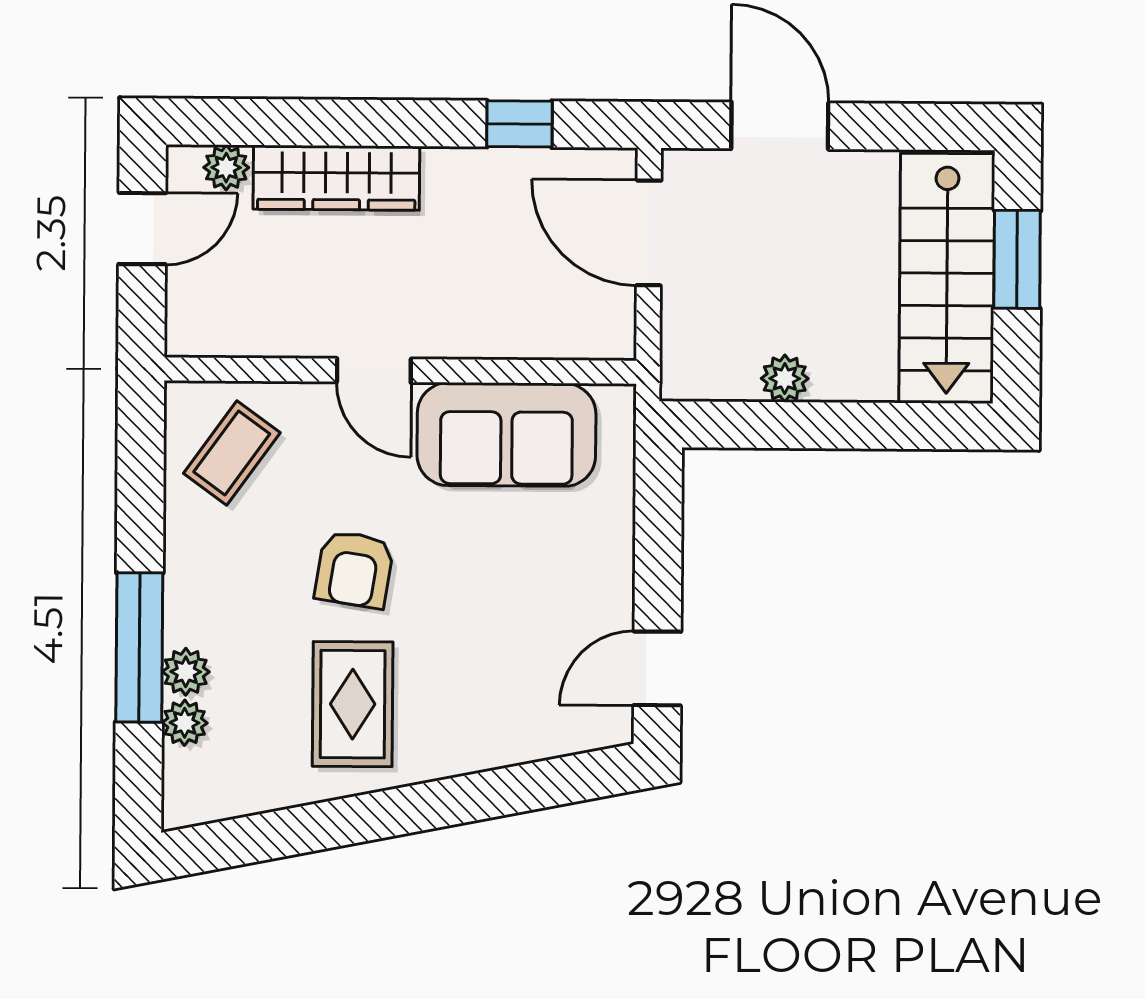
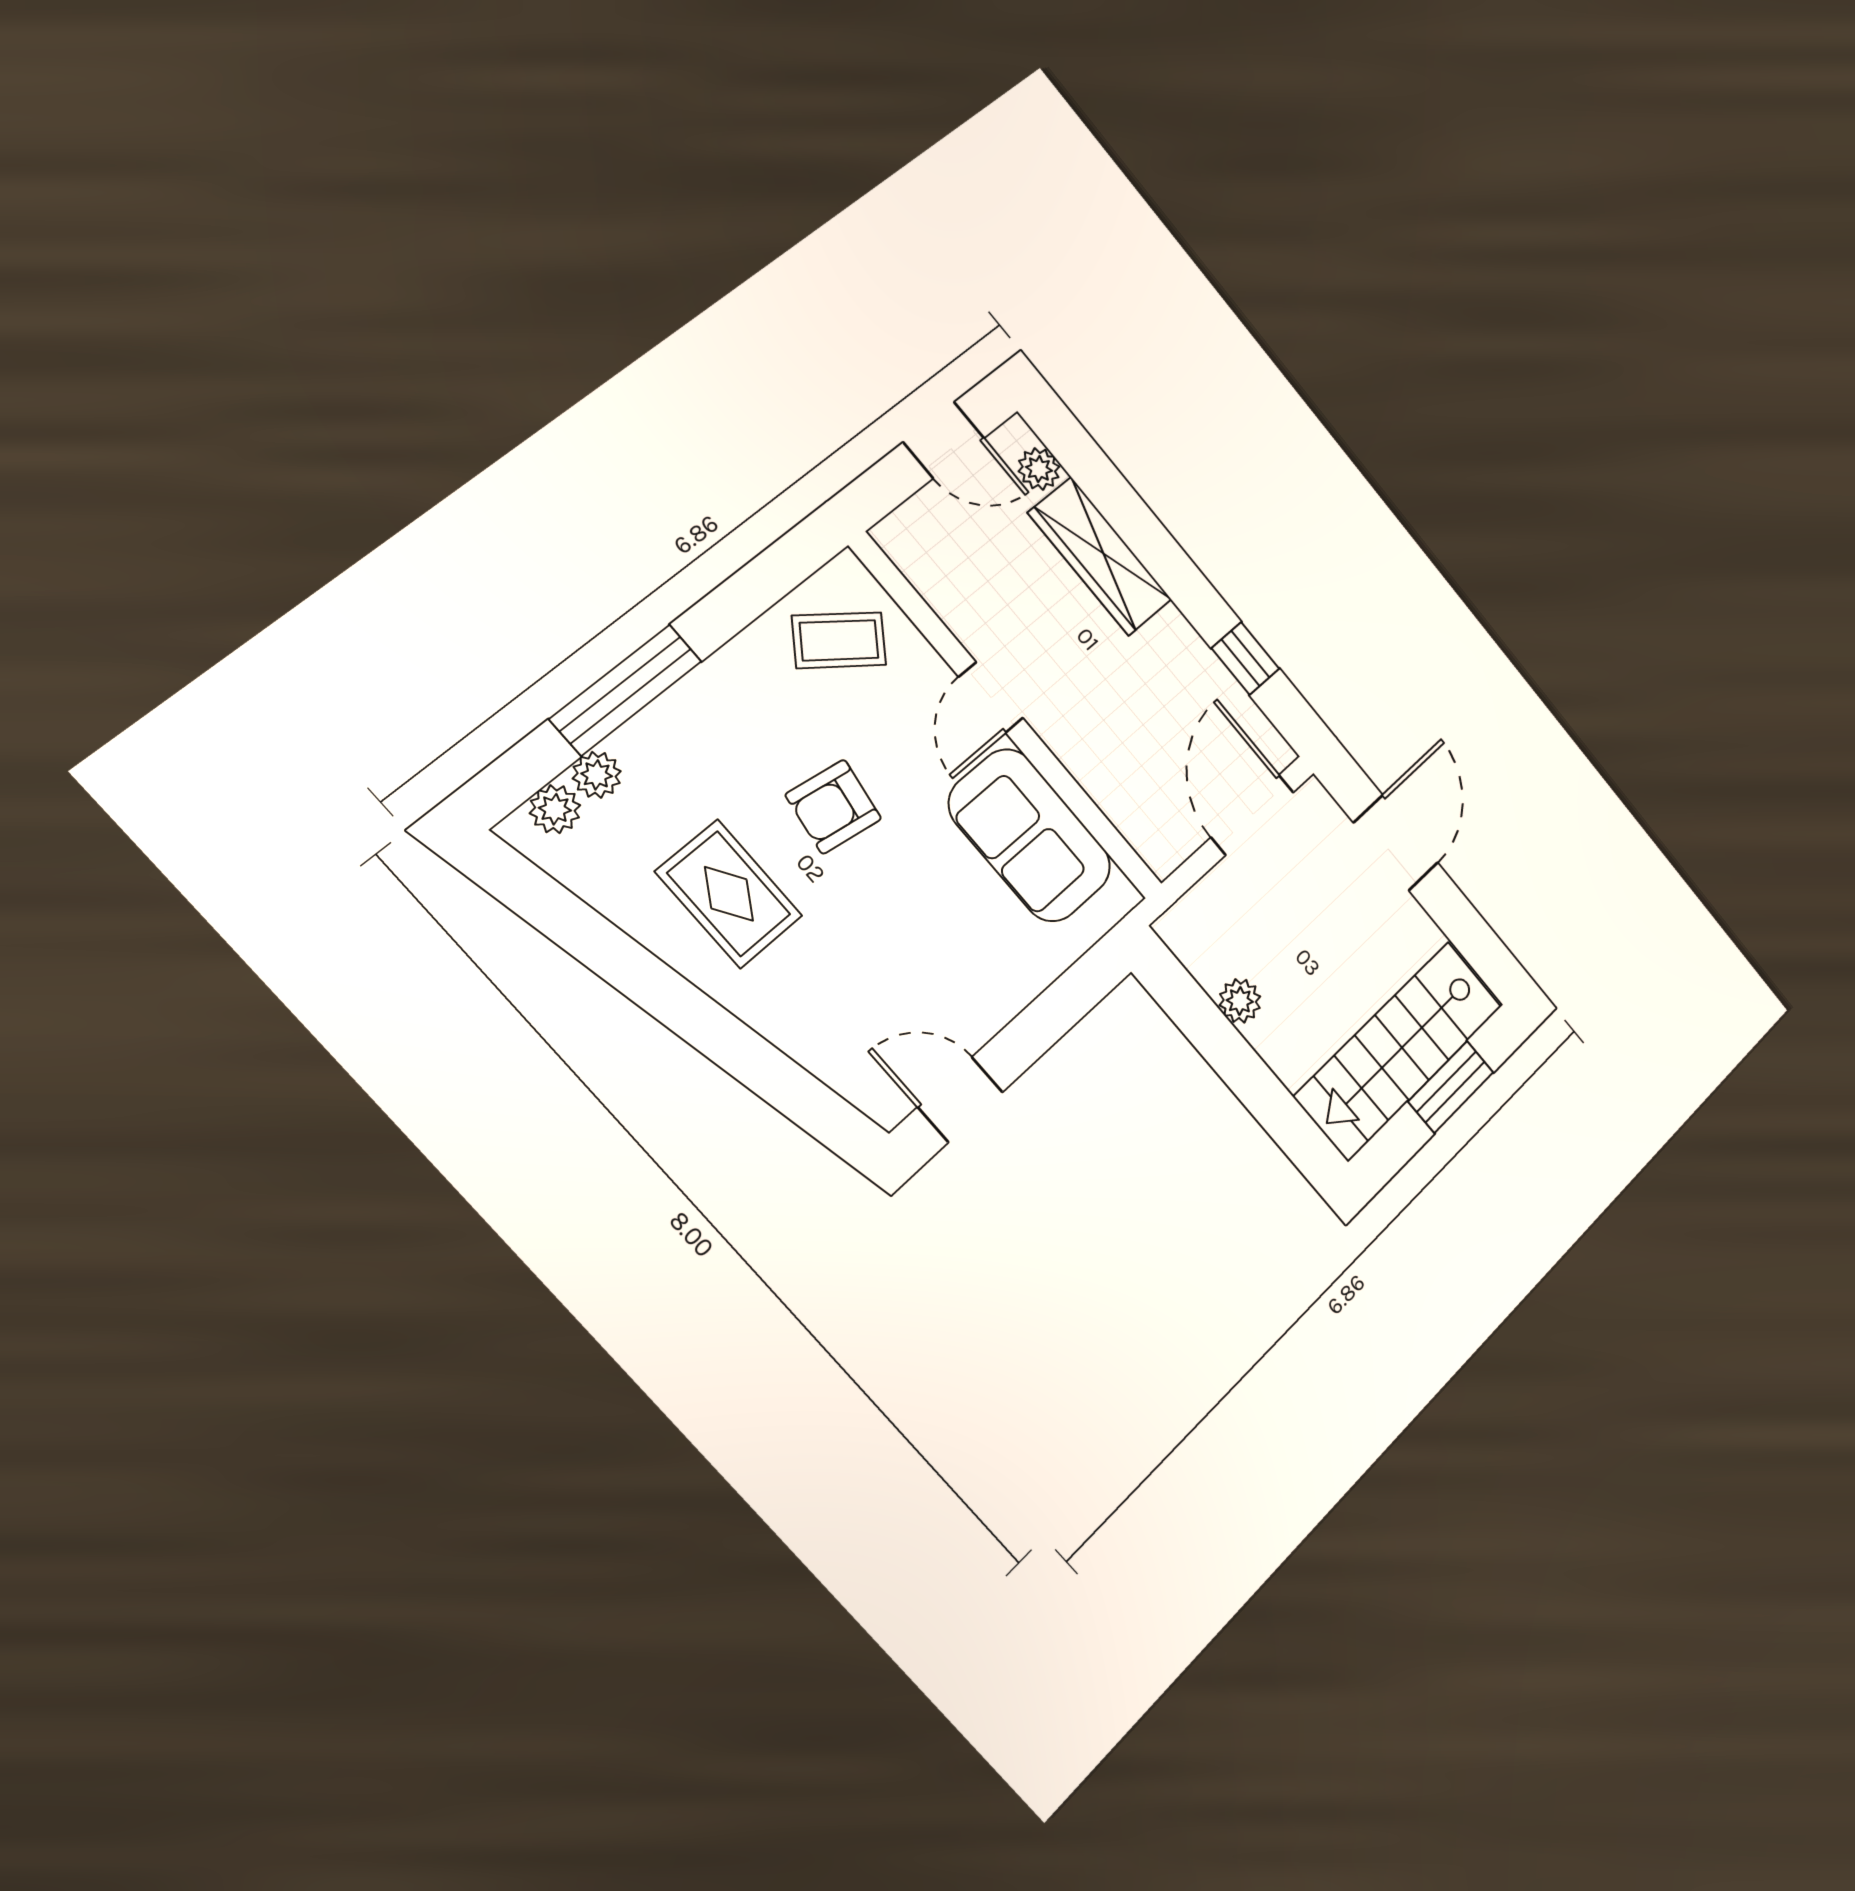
plant: (186, 672) -> (555, 809), moved
rug: (353, 704) -> (729, 894), turned 90

